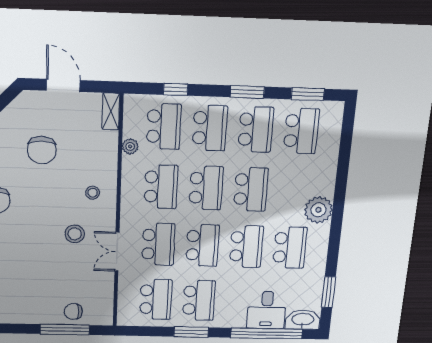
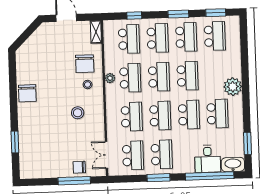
plant: (130, 146) -> (110, 78), moved
chair: (42, 150) -> (85, 64), moved
double door: (117, 252) -> (106, 155), moved

